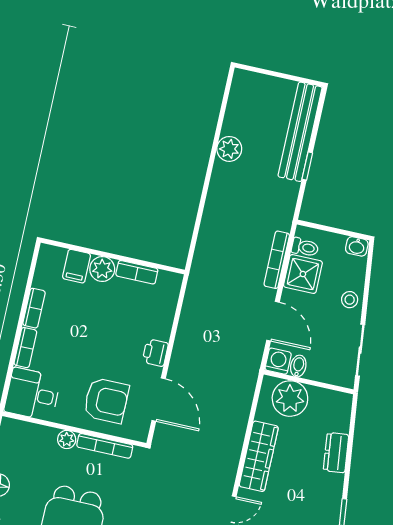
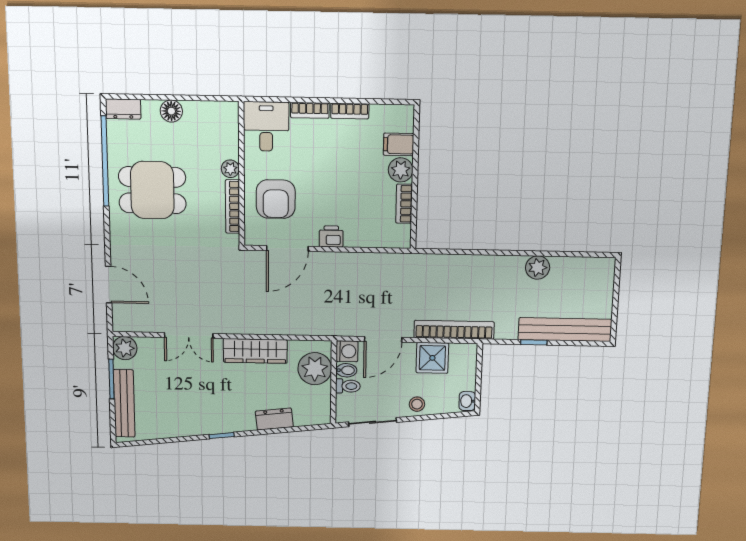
toilet: (305, 247) -> (348, 386), moved, turned -90
bookcase: (277, 260) -> (454, 330), width x1.48, depth x1.31

